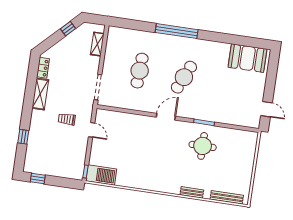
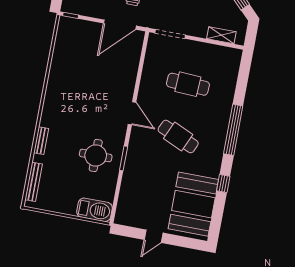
window: (222, 38) -> (223, 183), added
booth: (247, 58) -> (193, 204), width x1.36, depth x1.42
door: (266, 109) -> (154, 236), moved
door: (92, 130) -> (120, 25), width x1.87
barbecue: (101, 175) -> (95, 210), moved, turned -90

